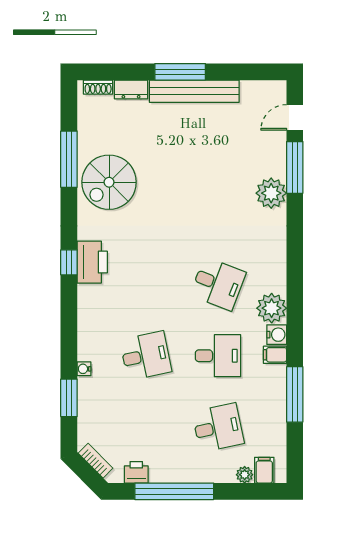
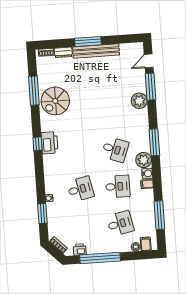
window: (295, 275) -> (154, 142), added
window: (295, 394) -> (159, 215), moved

